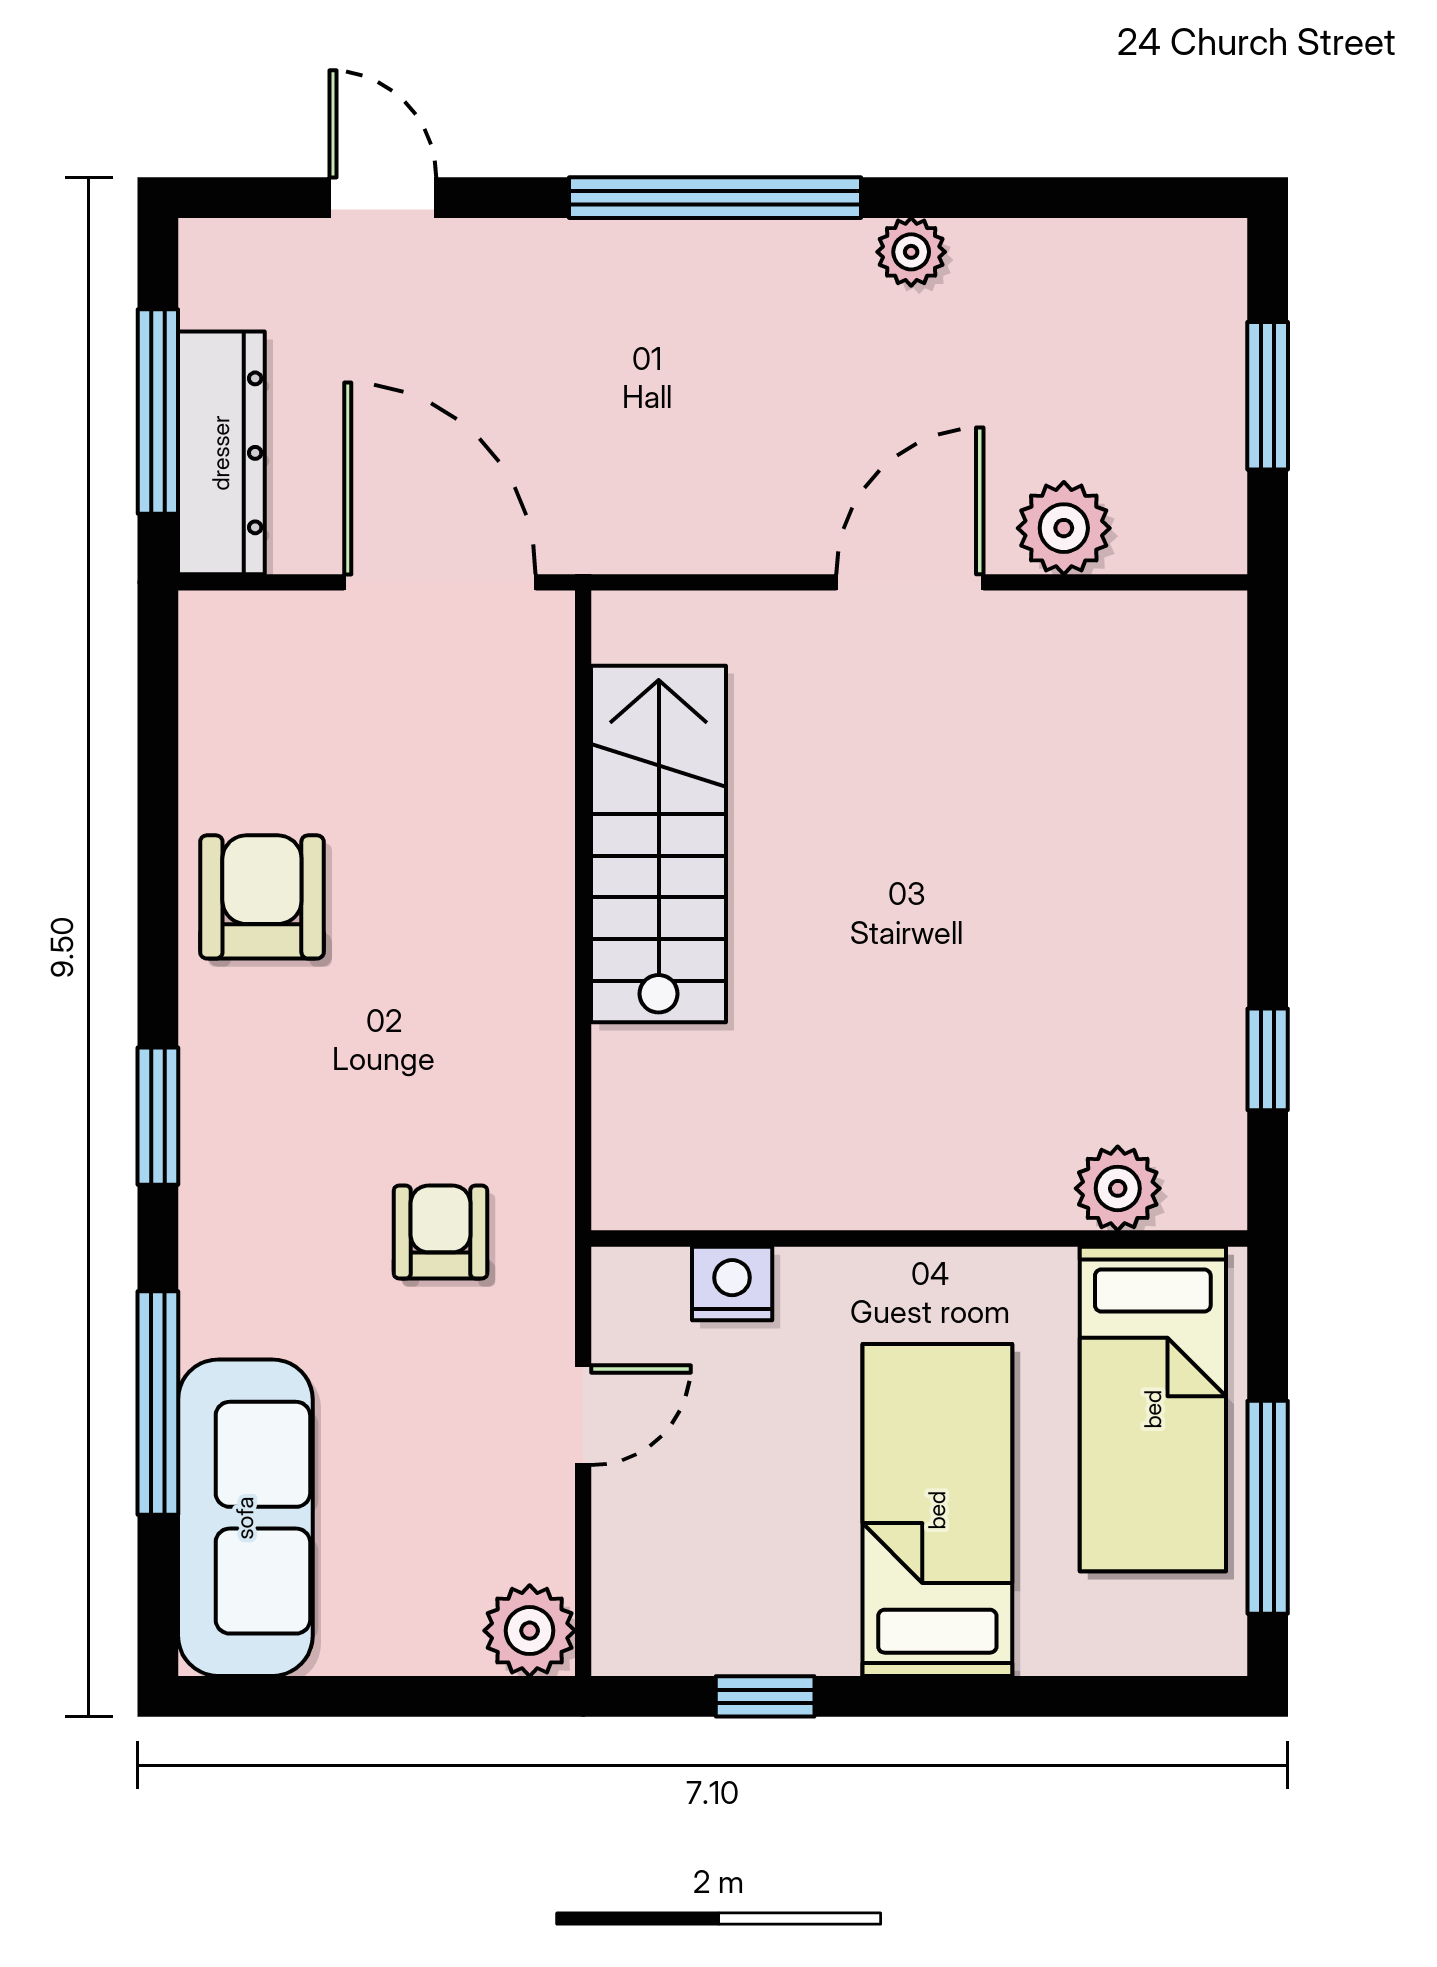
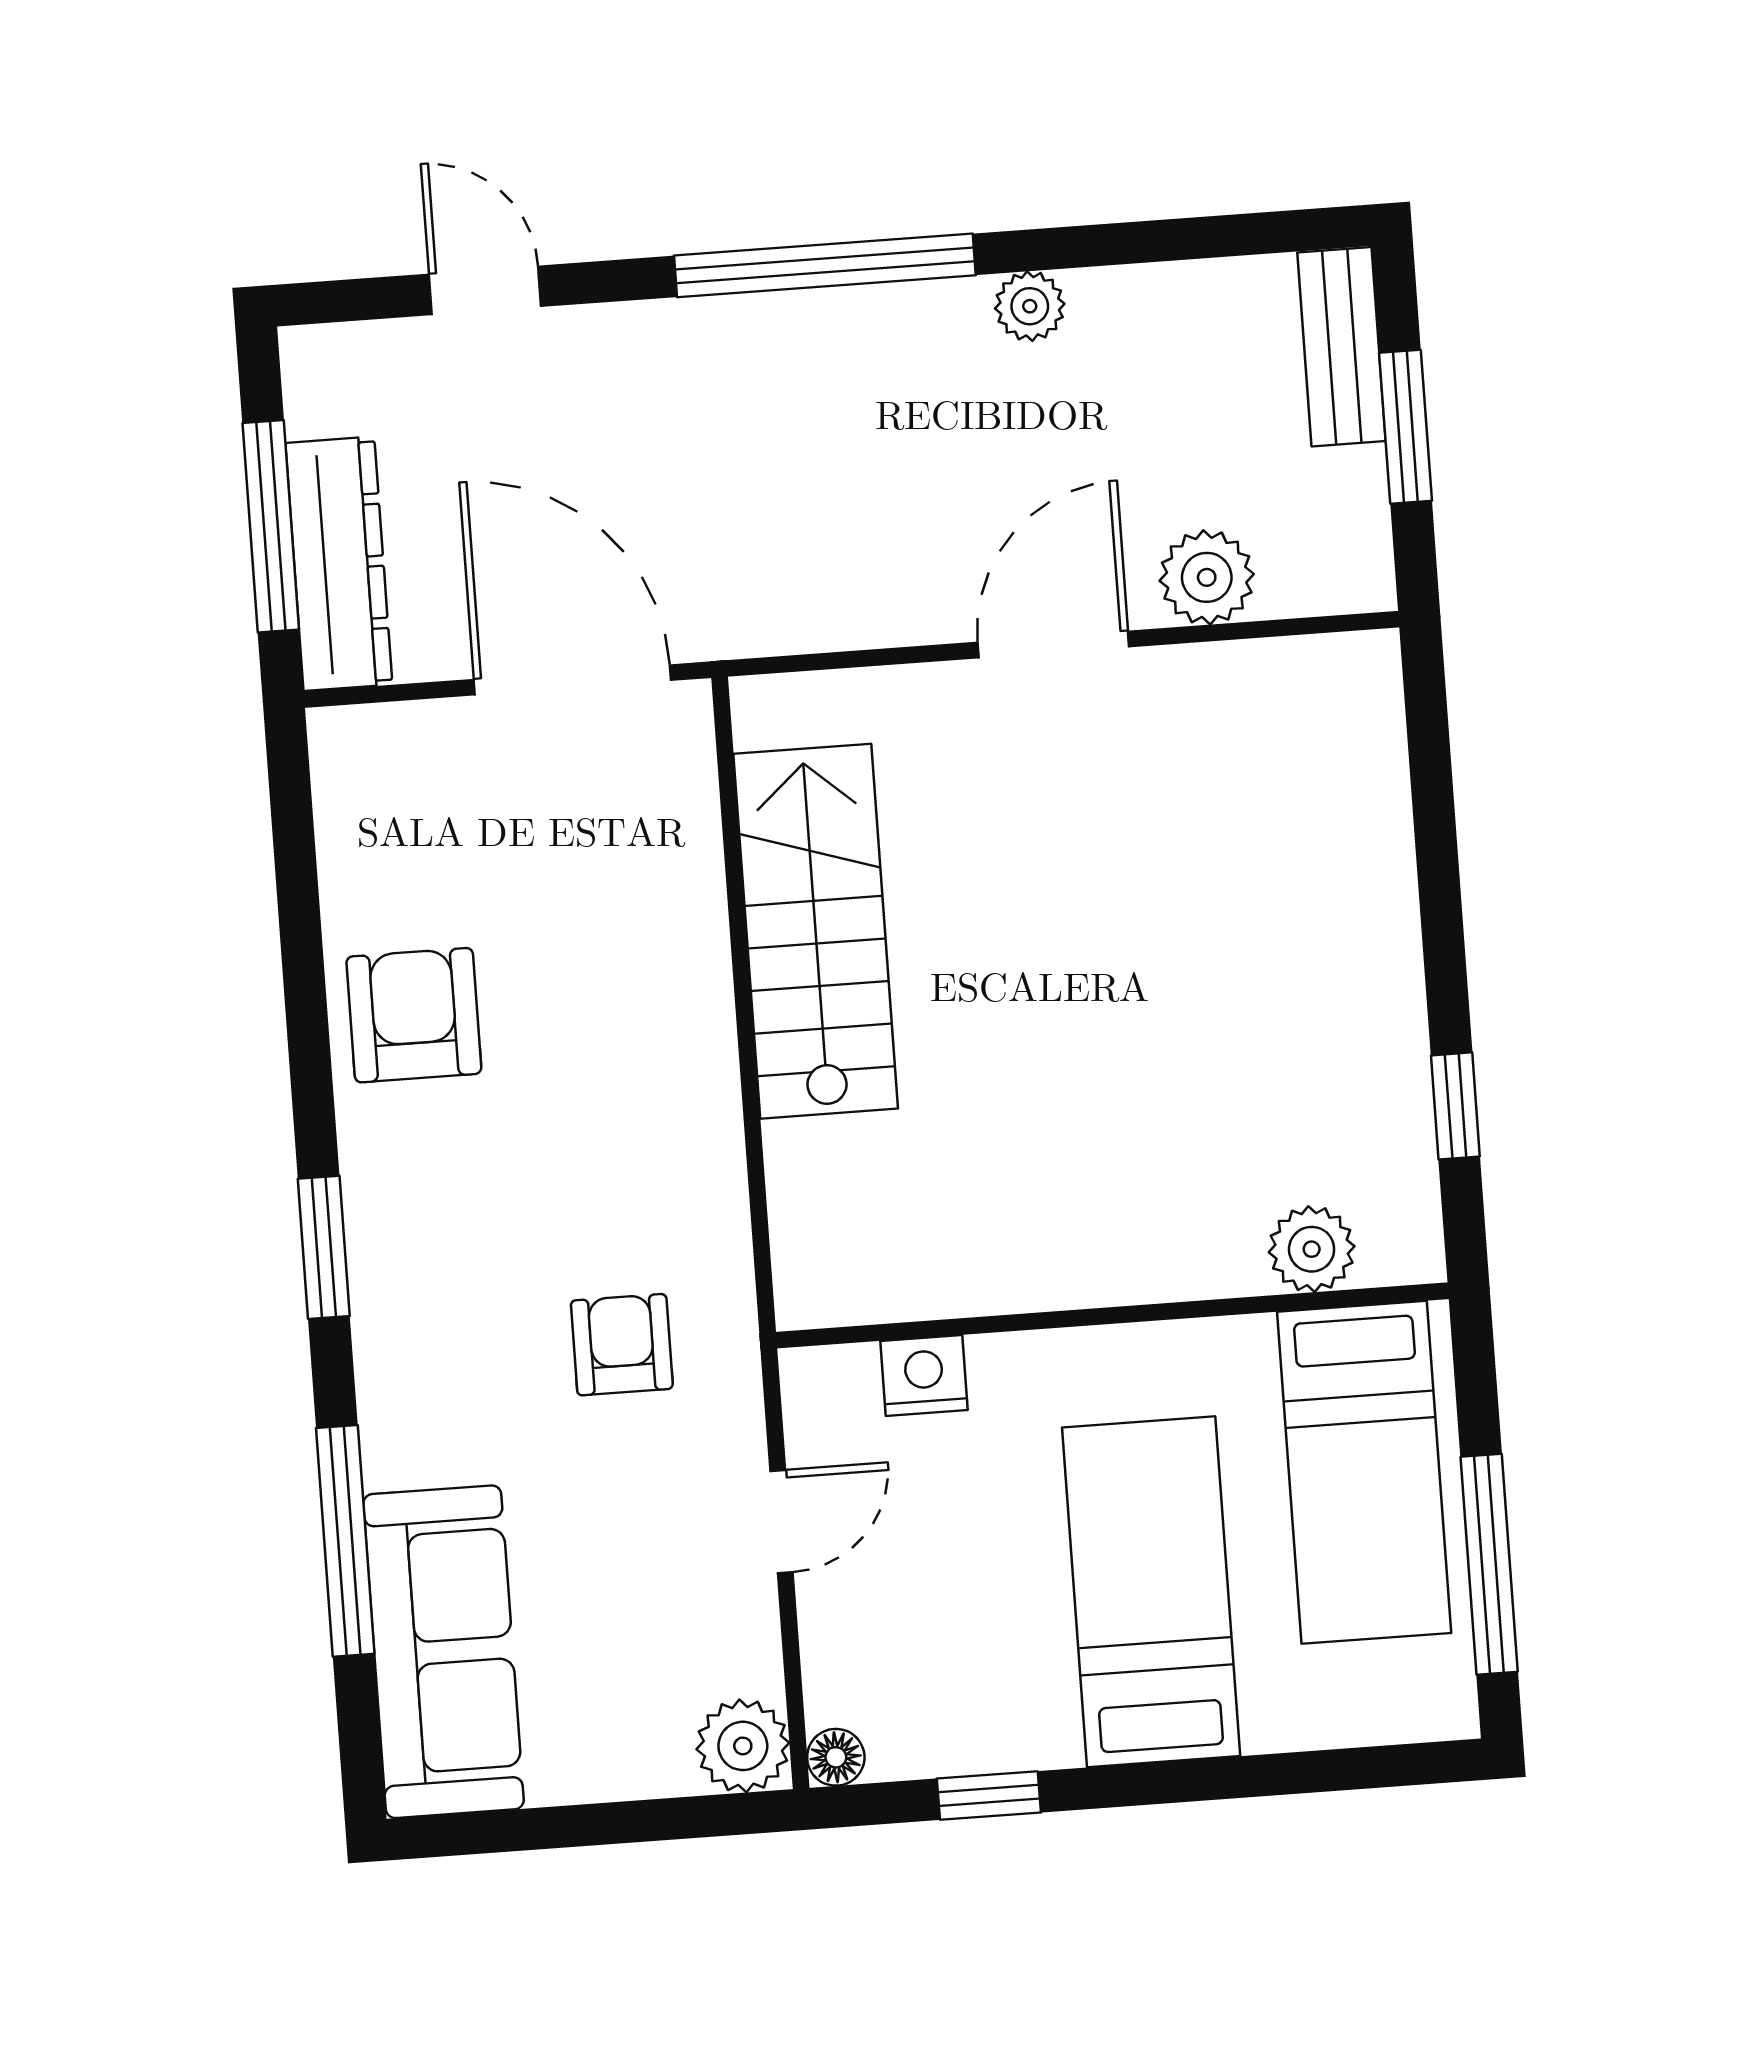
bench: (1211, 313) -> (1342, 347), added
floor lamp: (619, 1648) -> (836, 1757), added

